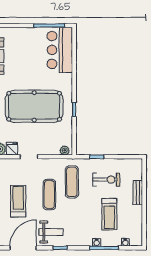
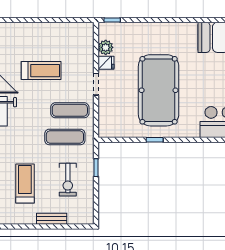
plant: (65, 150) -> (104, 128), removed
exercise mat: (49, 195) -> (70, 110), moved
treadmill: (109, 214) -> (25, 183), turned 90

